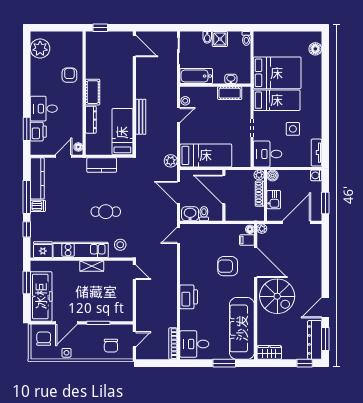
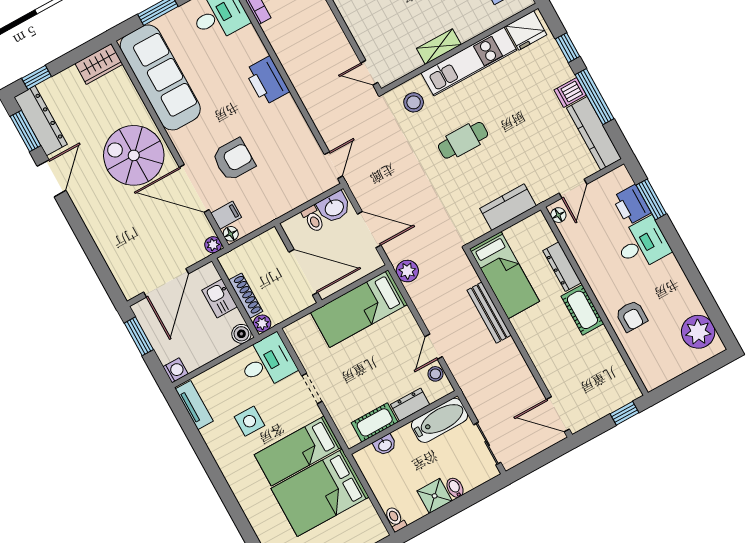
dresser: (207, 92) -> (410, 405), added

